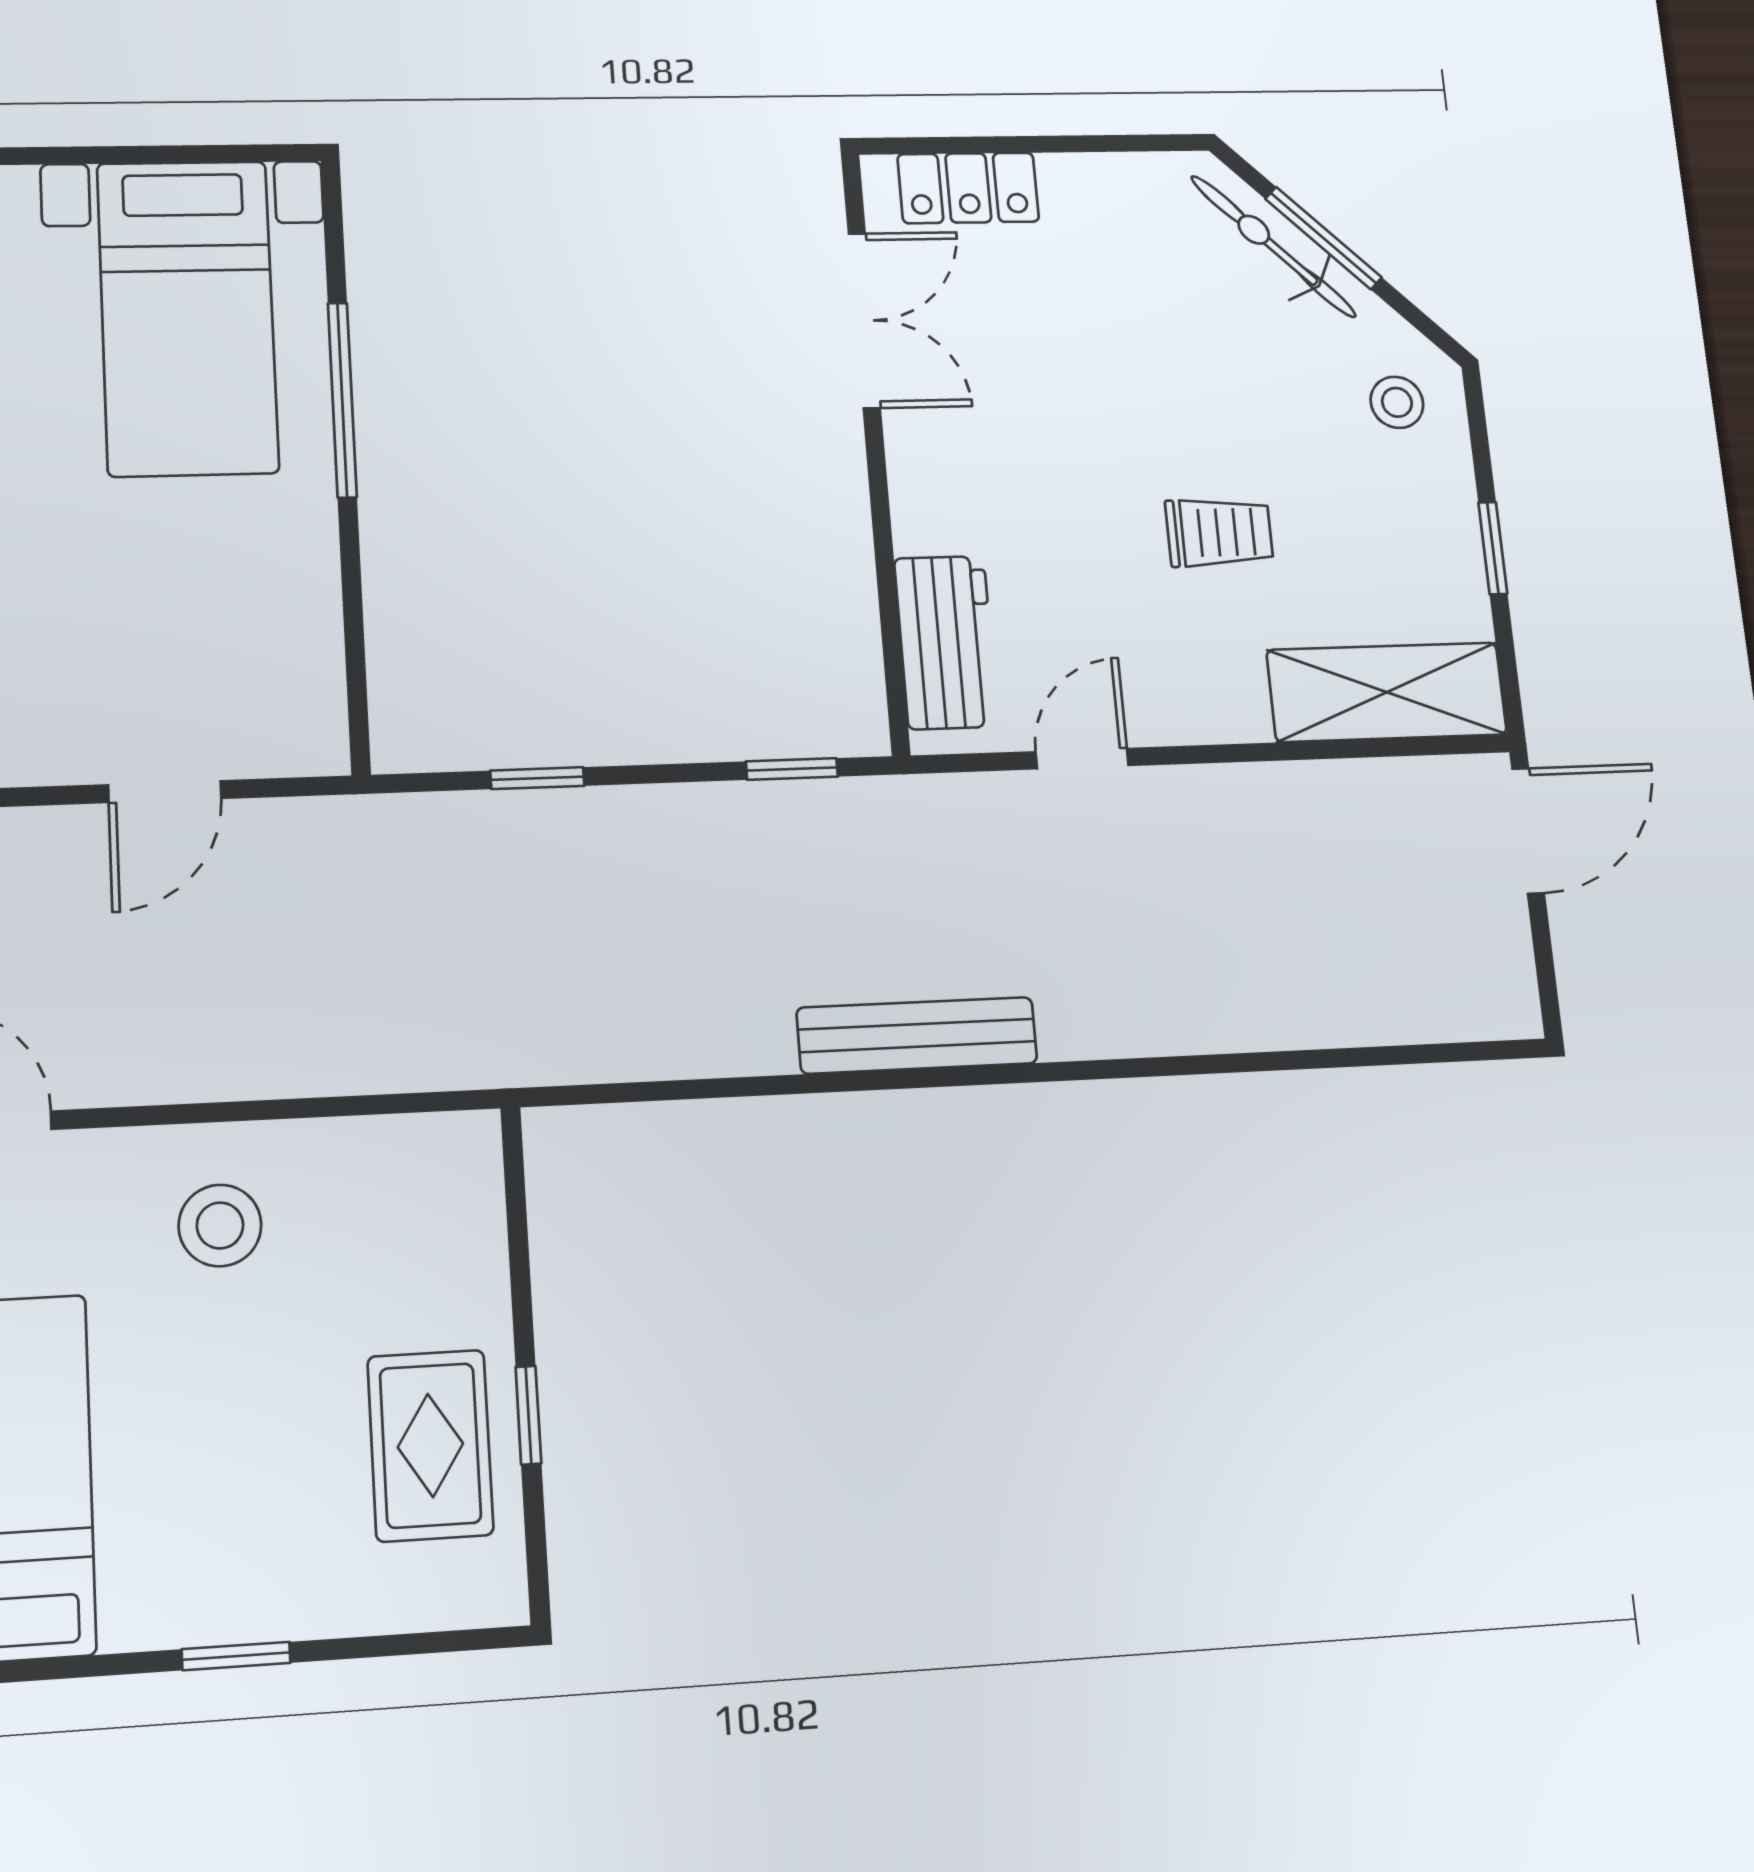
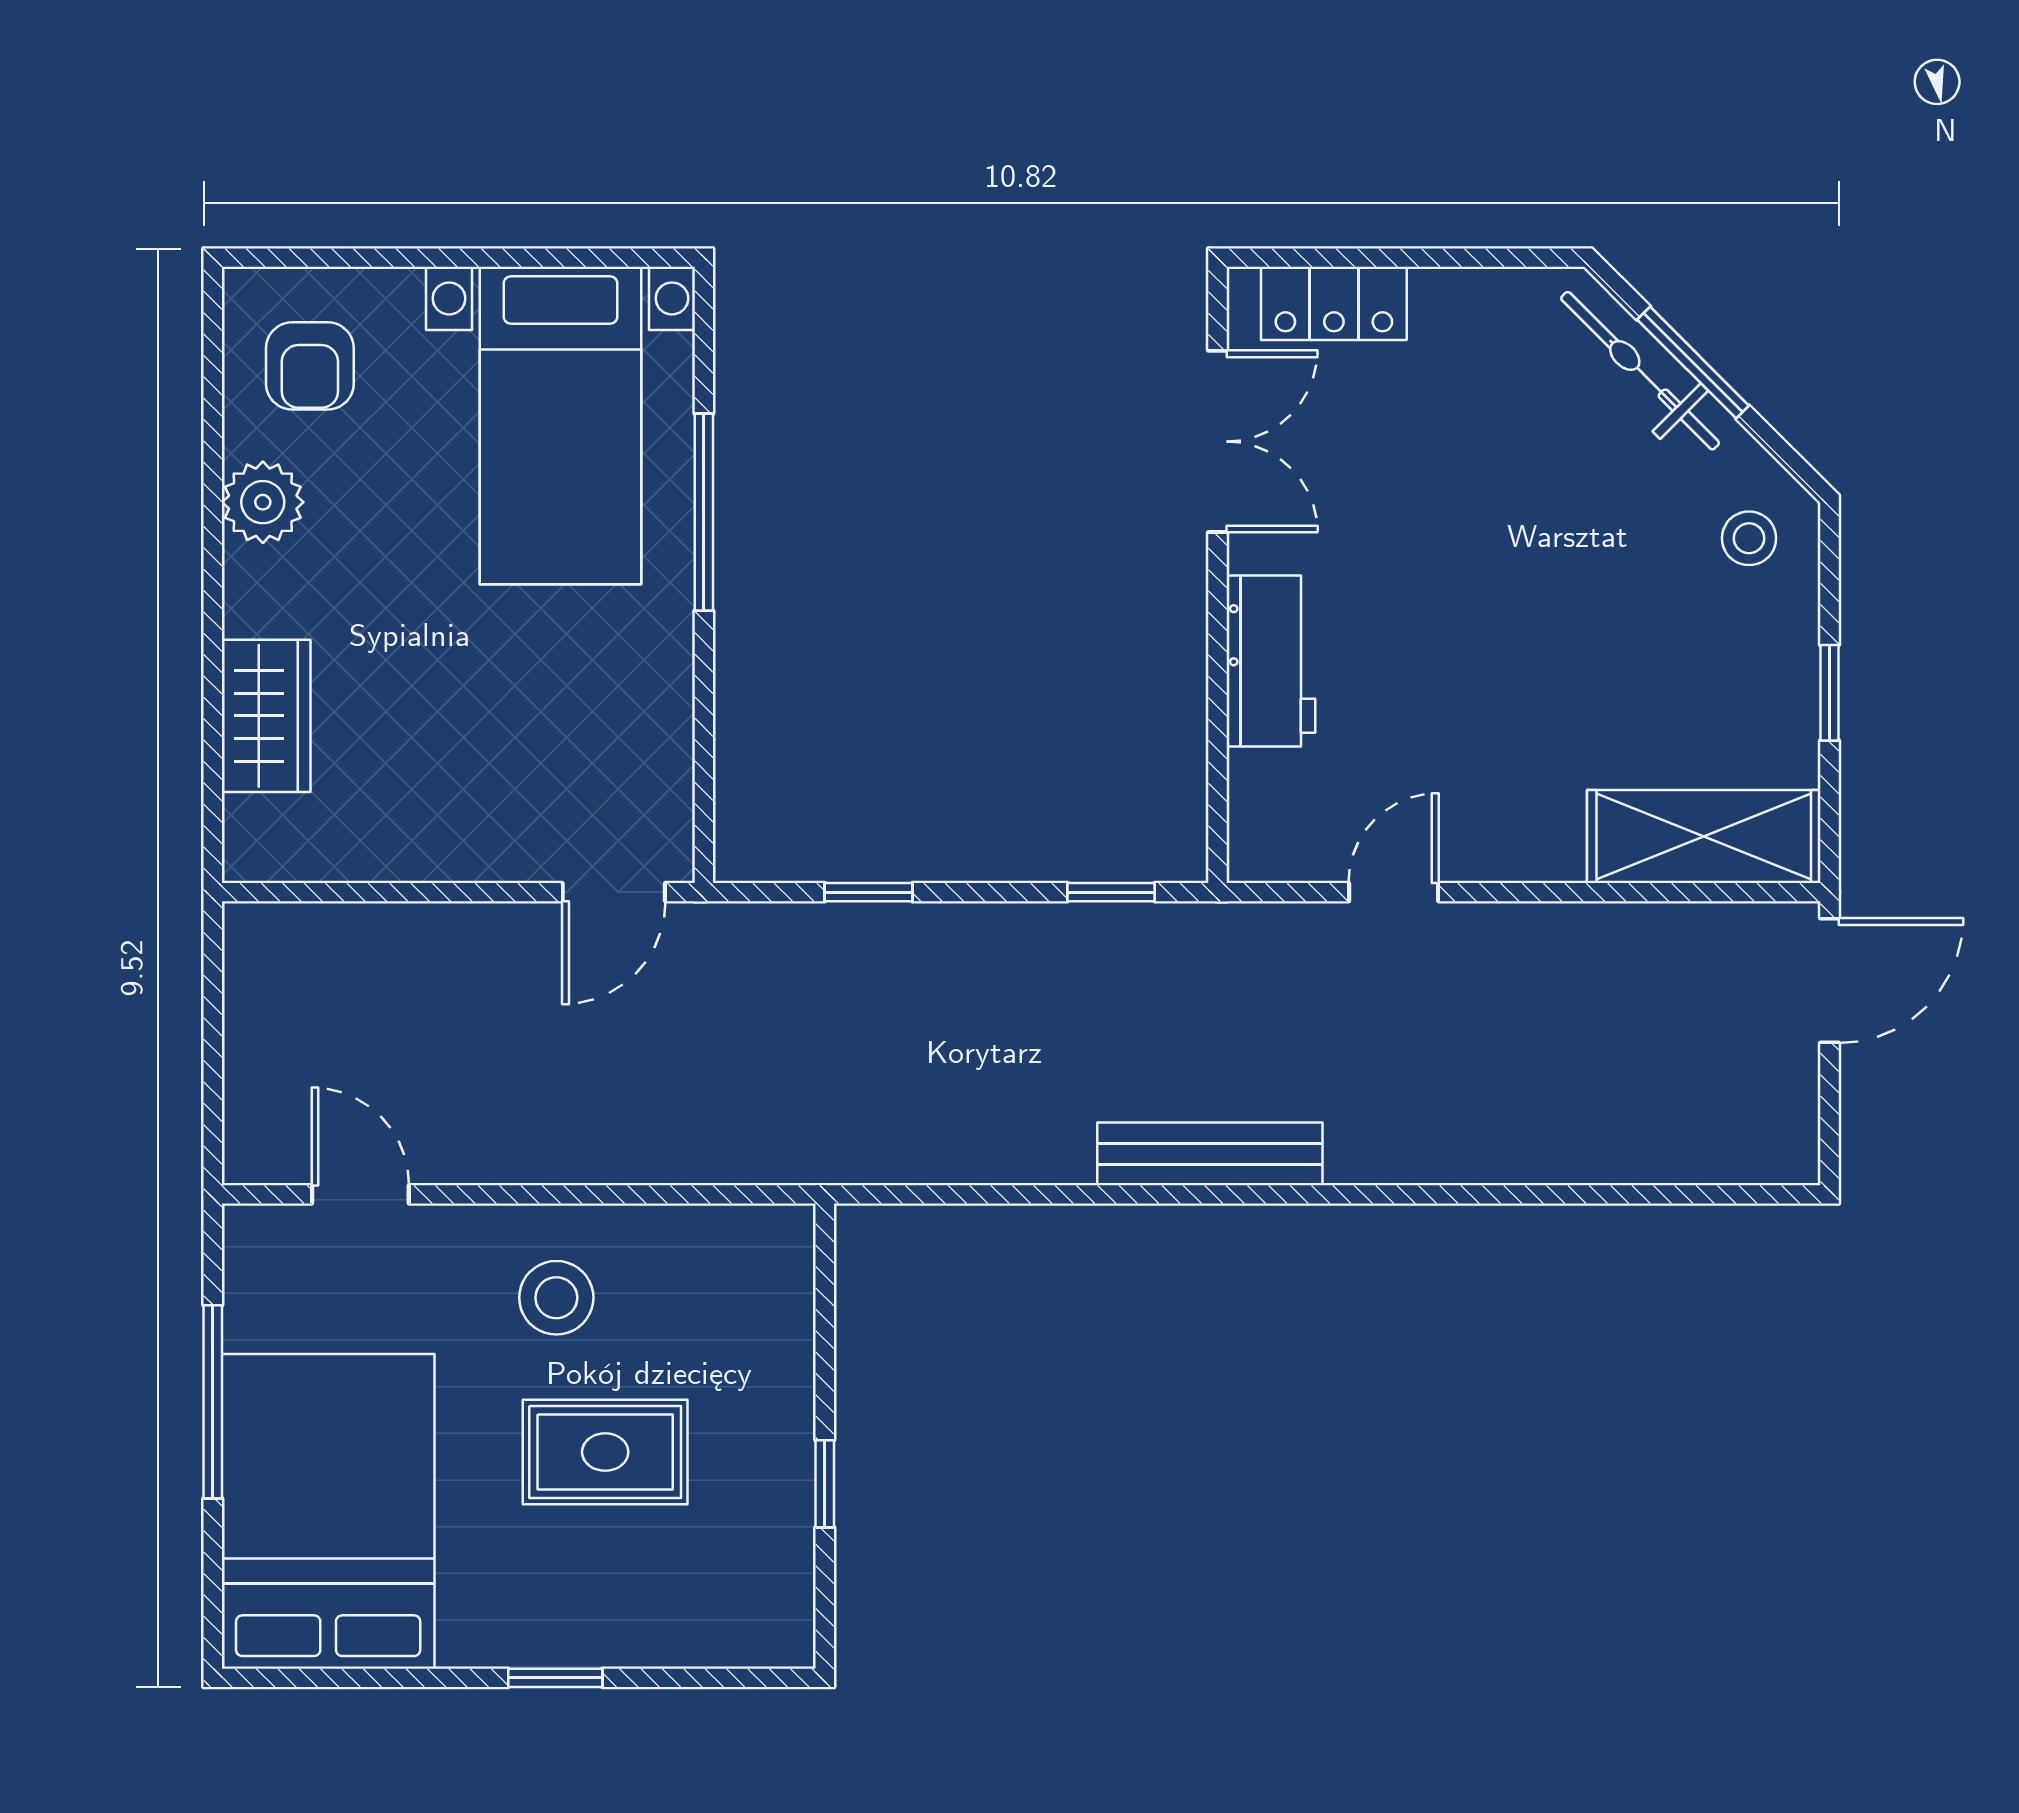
trolley: (1219, 532) -> (1553, 669), removed
workbench: (946, 642) -> (1271, 661), moved
door: (165, 792) -> (614, 892), moved
rug: (430, 1445) -> (605, 1452), moved, turned 90

